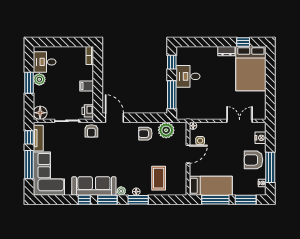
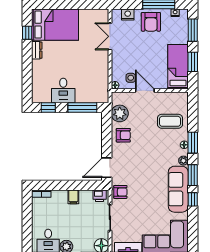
armchair: (145, 134) -> (123, 135), turned -90
window: (215, 200) -> (193, 62), width x0.69

